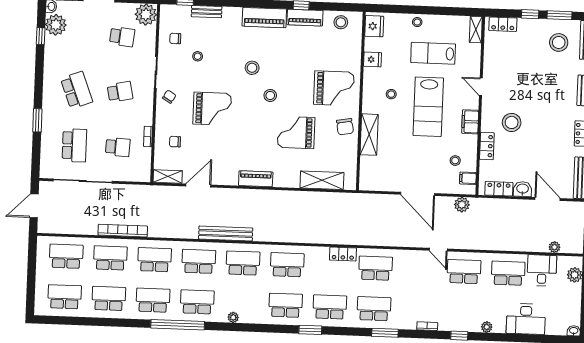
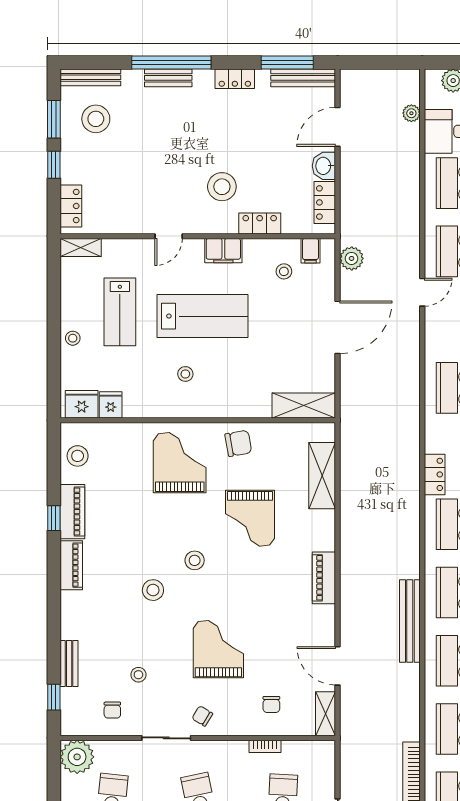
piano: (264, 18) -> (71, 565), width x0.73, depth x0.75
fridge: (373, 59) -> (111, 405), moved
shelving: (369, 135) -> (304, 406), moved
locker: (343, 254) -> (435, 474), moved

